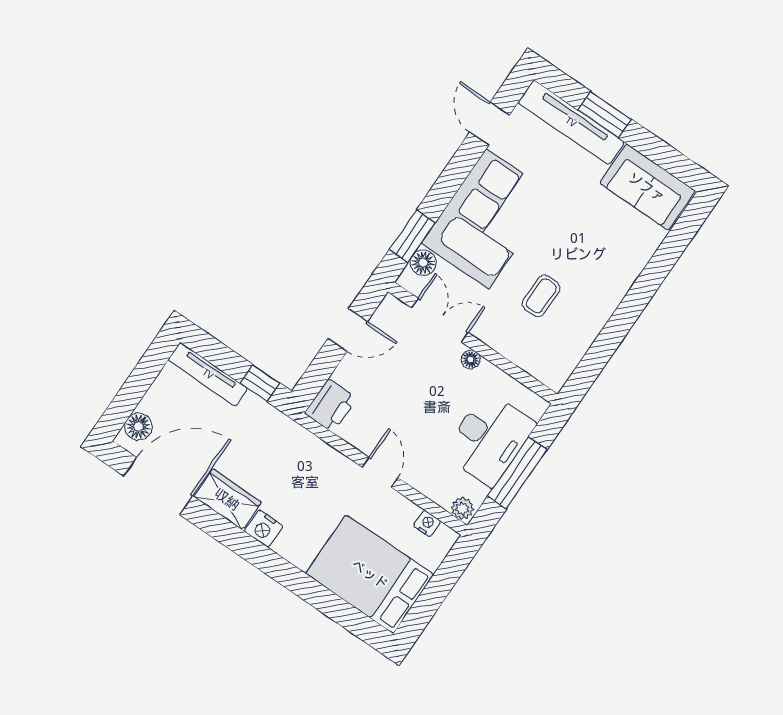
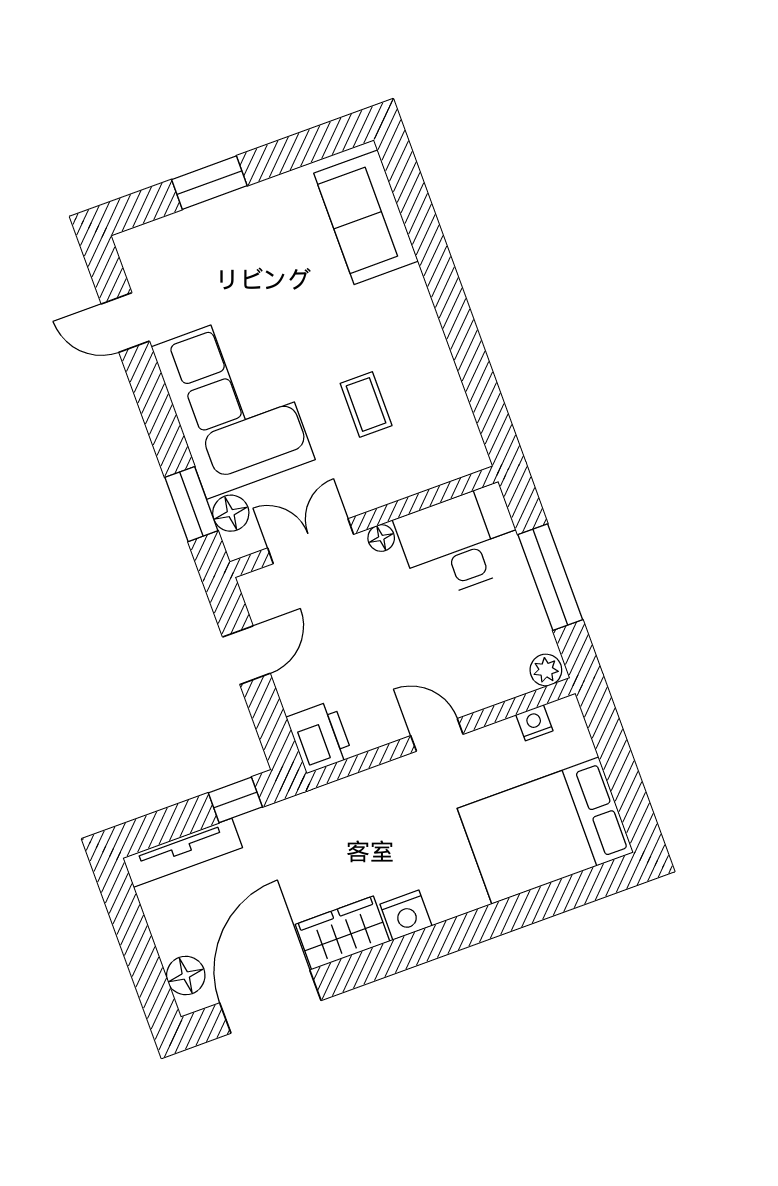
tv unit: (571, 122) -> (191, 228), removed
sofa: (647, 187) -> (366, 217), moved, turned 90
desk: (489, 439) -> (461, 542), moved, turned -90

